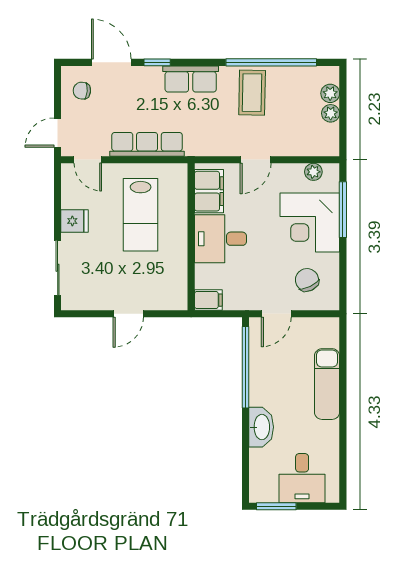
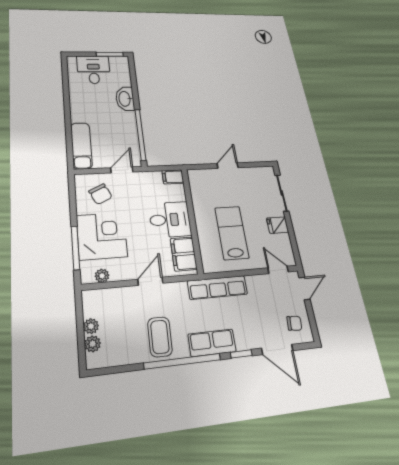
window: (271, 62) -> (182, 361), moved
row of seats: (147, 144) -> (217, 287), moved
exam couch: (327, 384) -> (81, 146), moved

